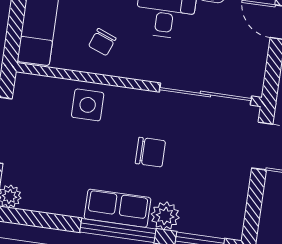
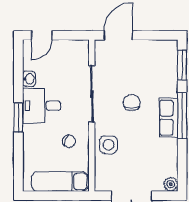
sliding door: (205, 94) -> (92, 94), moved
plant: (165, 216) -> (169, 88), removed

